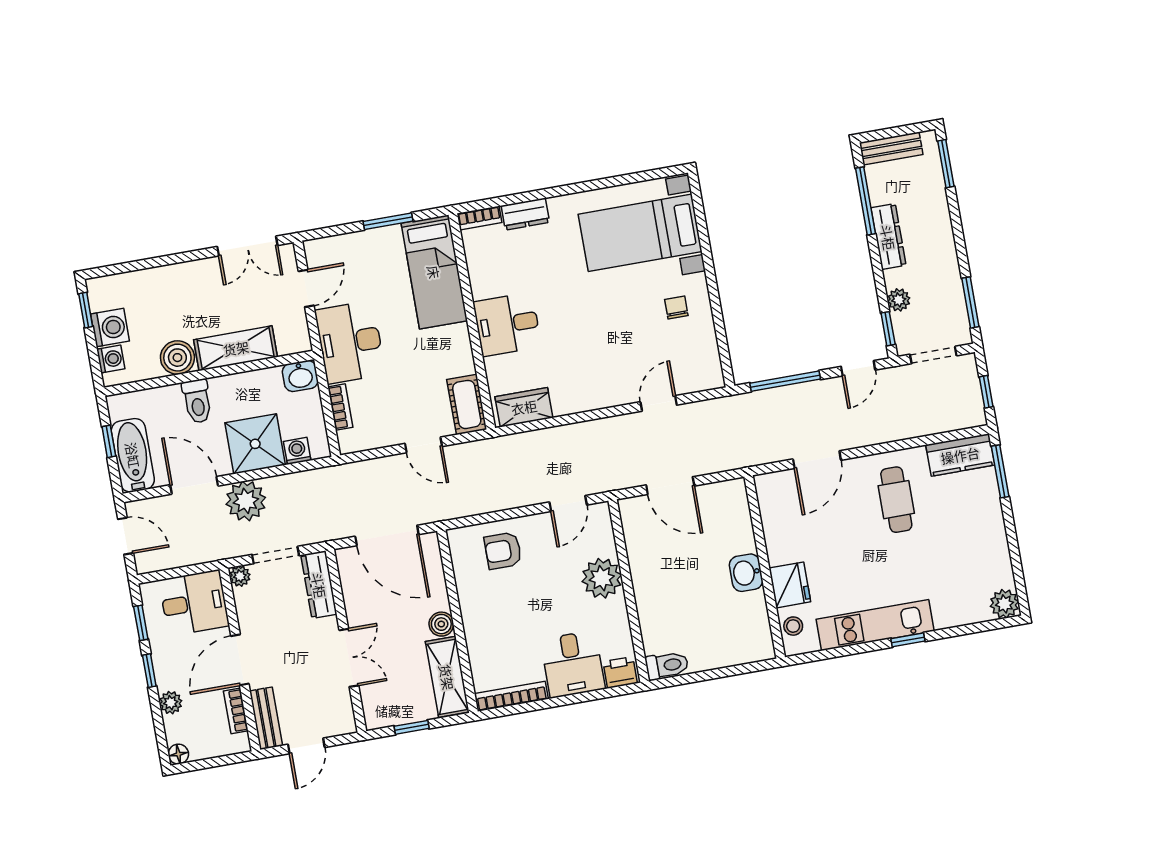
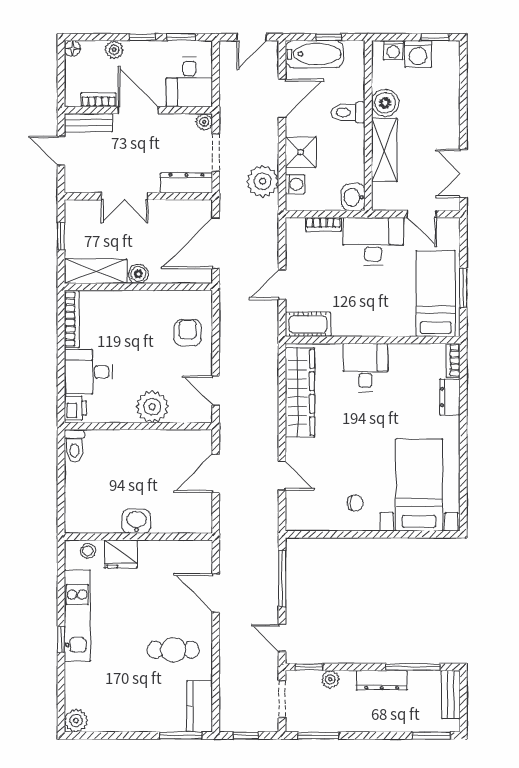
bed: (434, 272) -> (436, 294), moved, turned 90
wardrobe: (524, 407) -> (300, 393), width x2.10, depth x1.17
shower: (255, 444) -> (301, 152), width x0.73, depth x0.73
plant: (246, 501) -> (263, 181), moved

